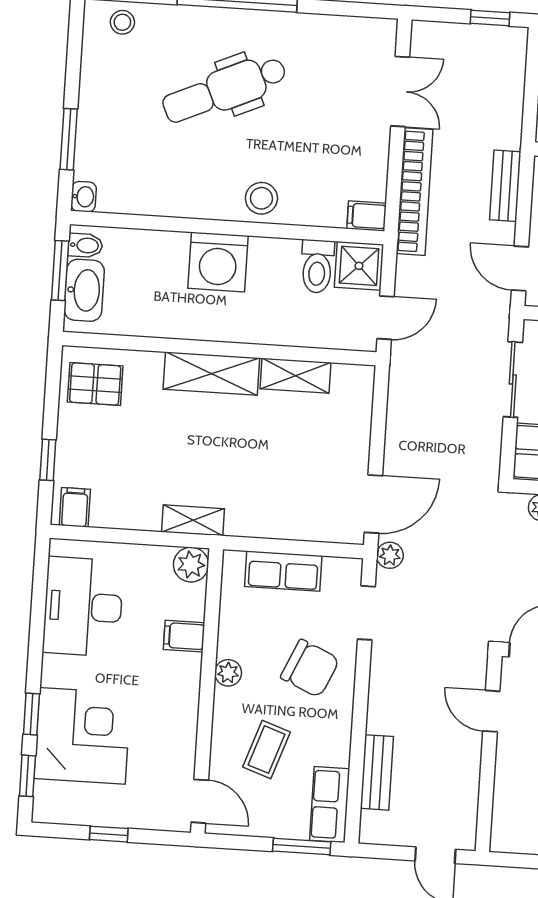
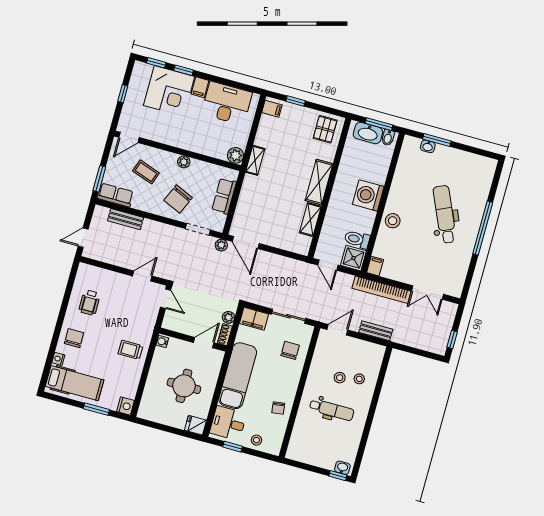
stool: (122, 22) -> (484, 175), removed
washbasin: (84, 197) -> (428, 146), moved
filing cabinet: (184, 636) -> (200, 87), moved, turned 180

